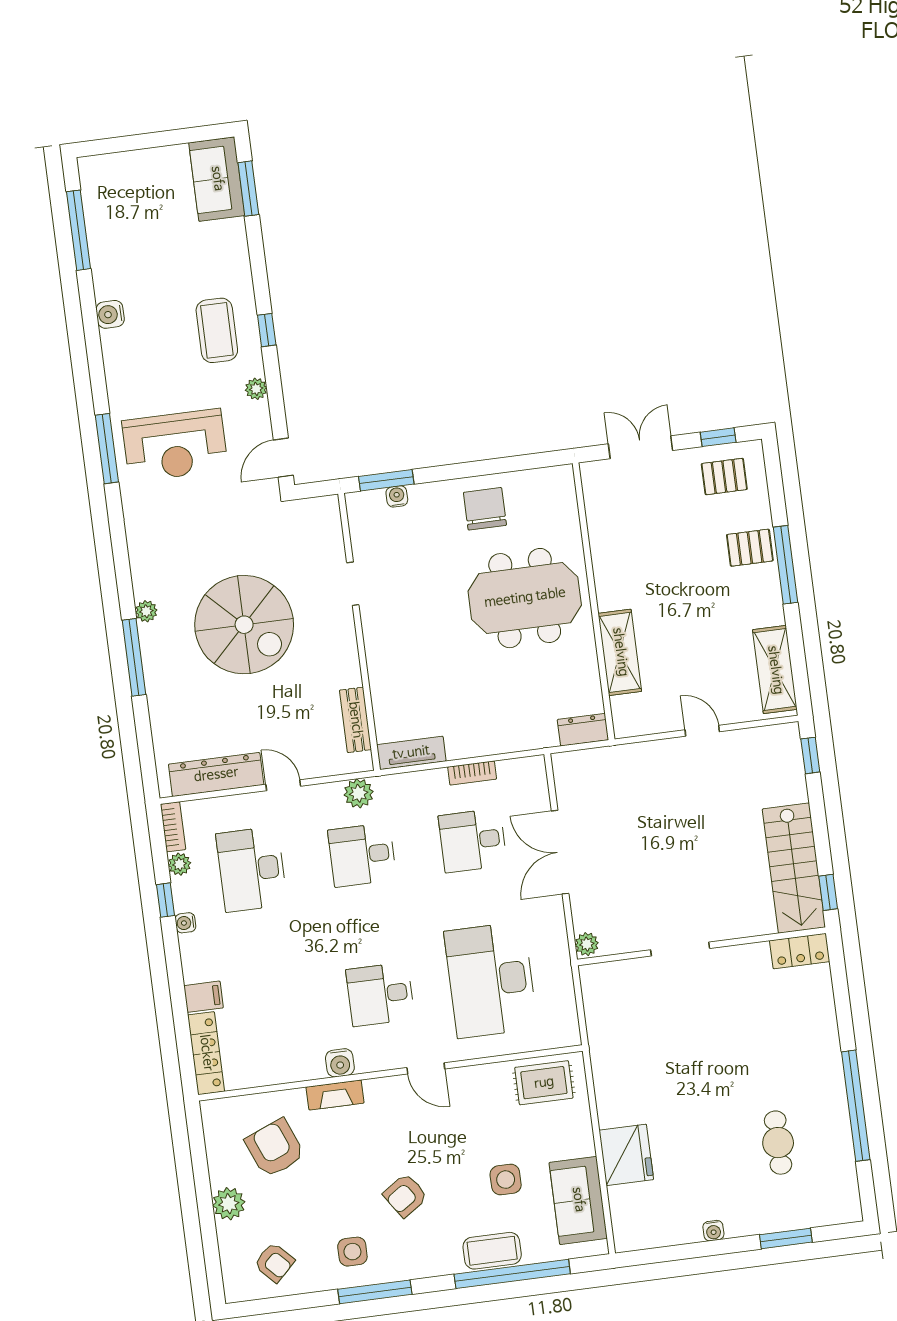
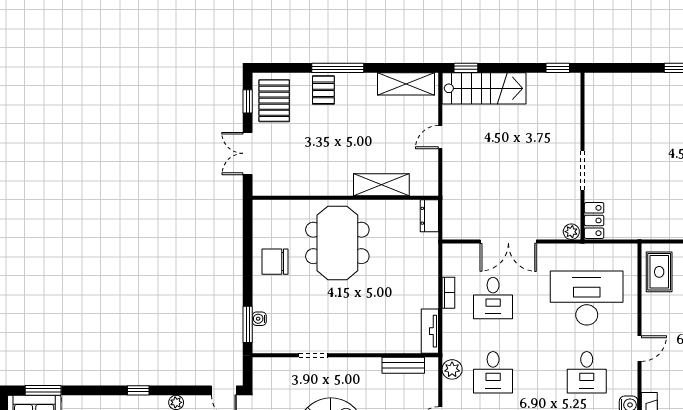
pallet: (724, 477) -> (274, 101), width x1.50, depth x1.42
stairs: (794, 868) -> (484, 88), moved
locker: (800, 951) -> (594, 220), moved
desk: (491, 980) -> (587, 298), turned 180

